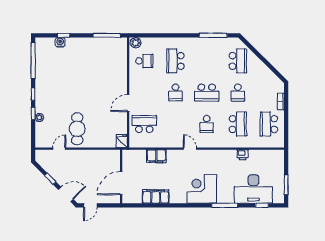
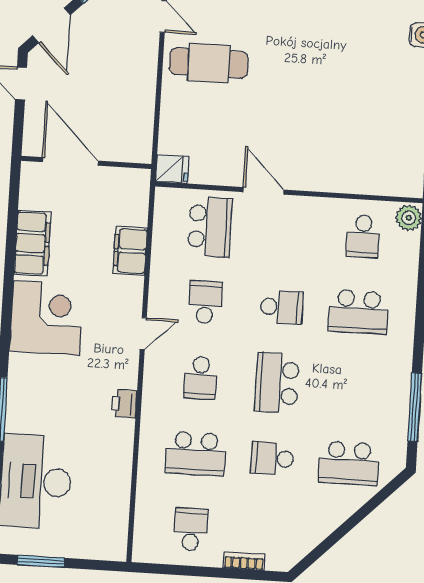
school desk: (175, 61) -> (358, 312), turned 180
school desk: (175, 92) -> (282, 307), turned 180
school desk: (175, 124) -> (205, 302), added
school desk: (207, 124) -> (200, 378), turned -90
school desk: (269, 124) -> (191, 529), width x0.54
printer: (243, 155) -> (124, 404), moved
corner desk: (202, 189) -> (47, 318), moved

